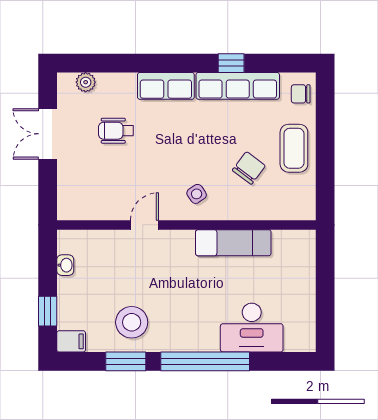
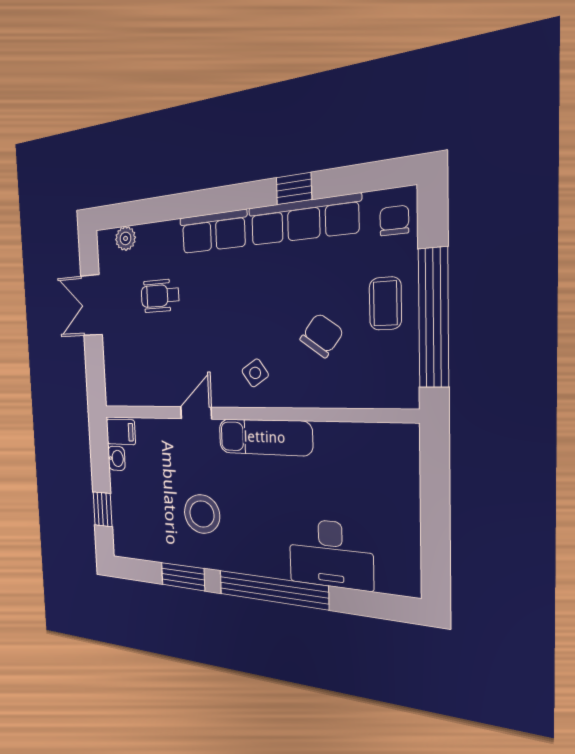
chair: (301, 94) -> (394, 221), turned 90
coffee table: (294, 148) -> (385, 303), width x0.73, depth x0.77
window: (325, 160) -> (433, 318), added
exam couch: (233, 243) -> (265, 437), moved
stool: (132, 322) -> (202, 514), moved
filing cabinet: (71, 341) -> (121, 432), moved

